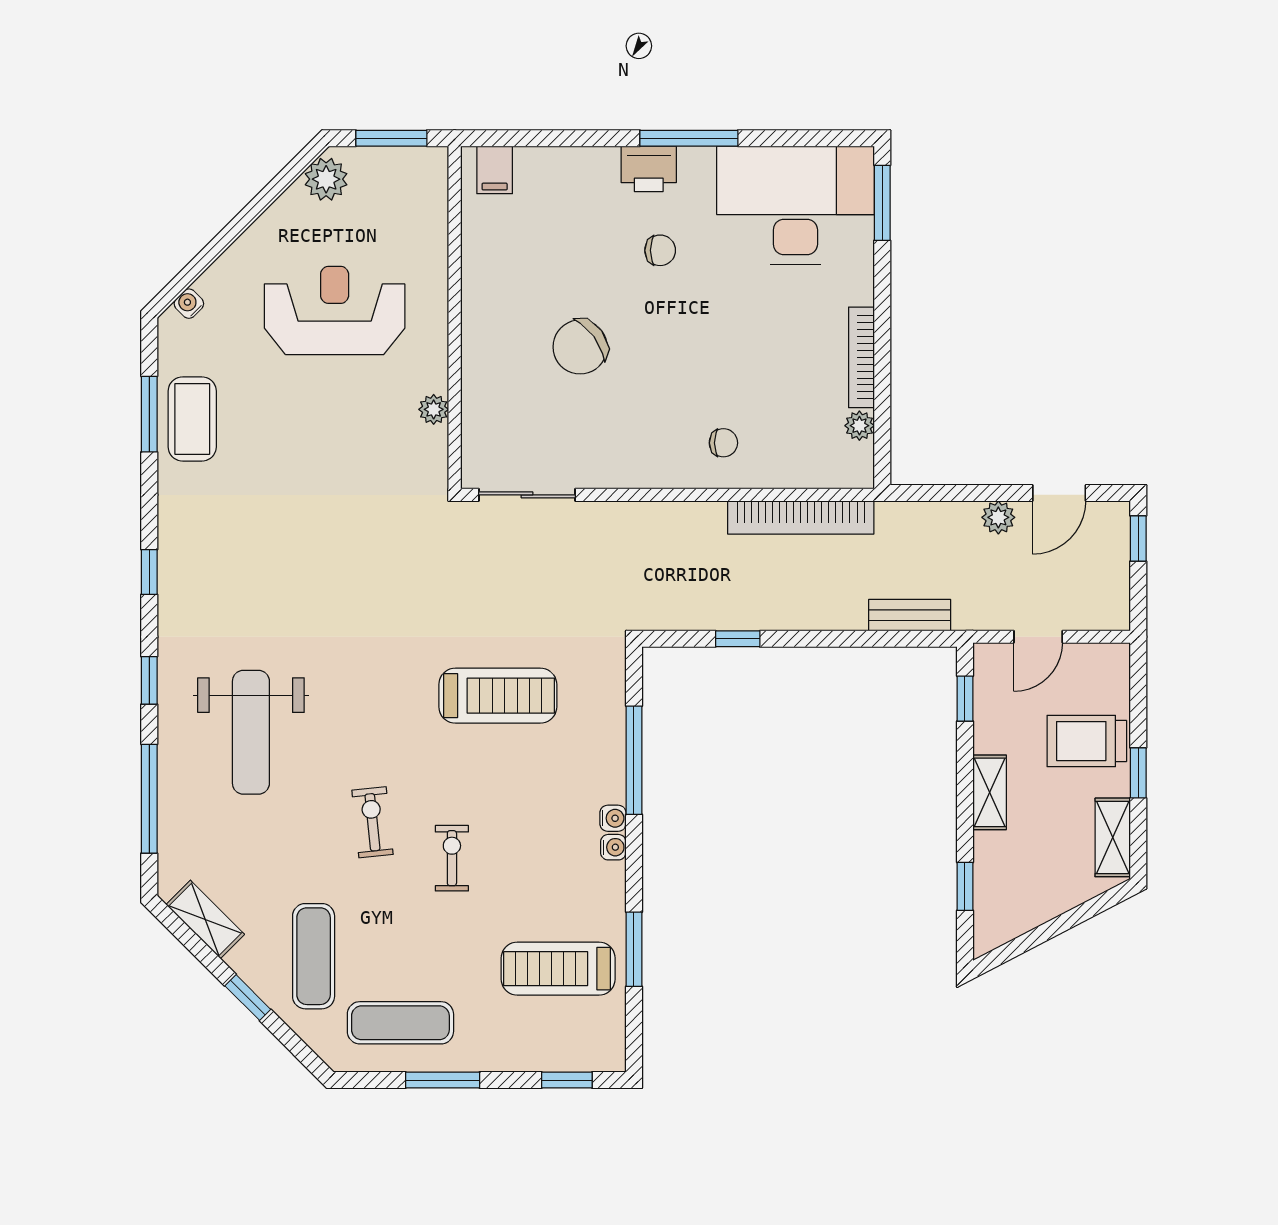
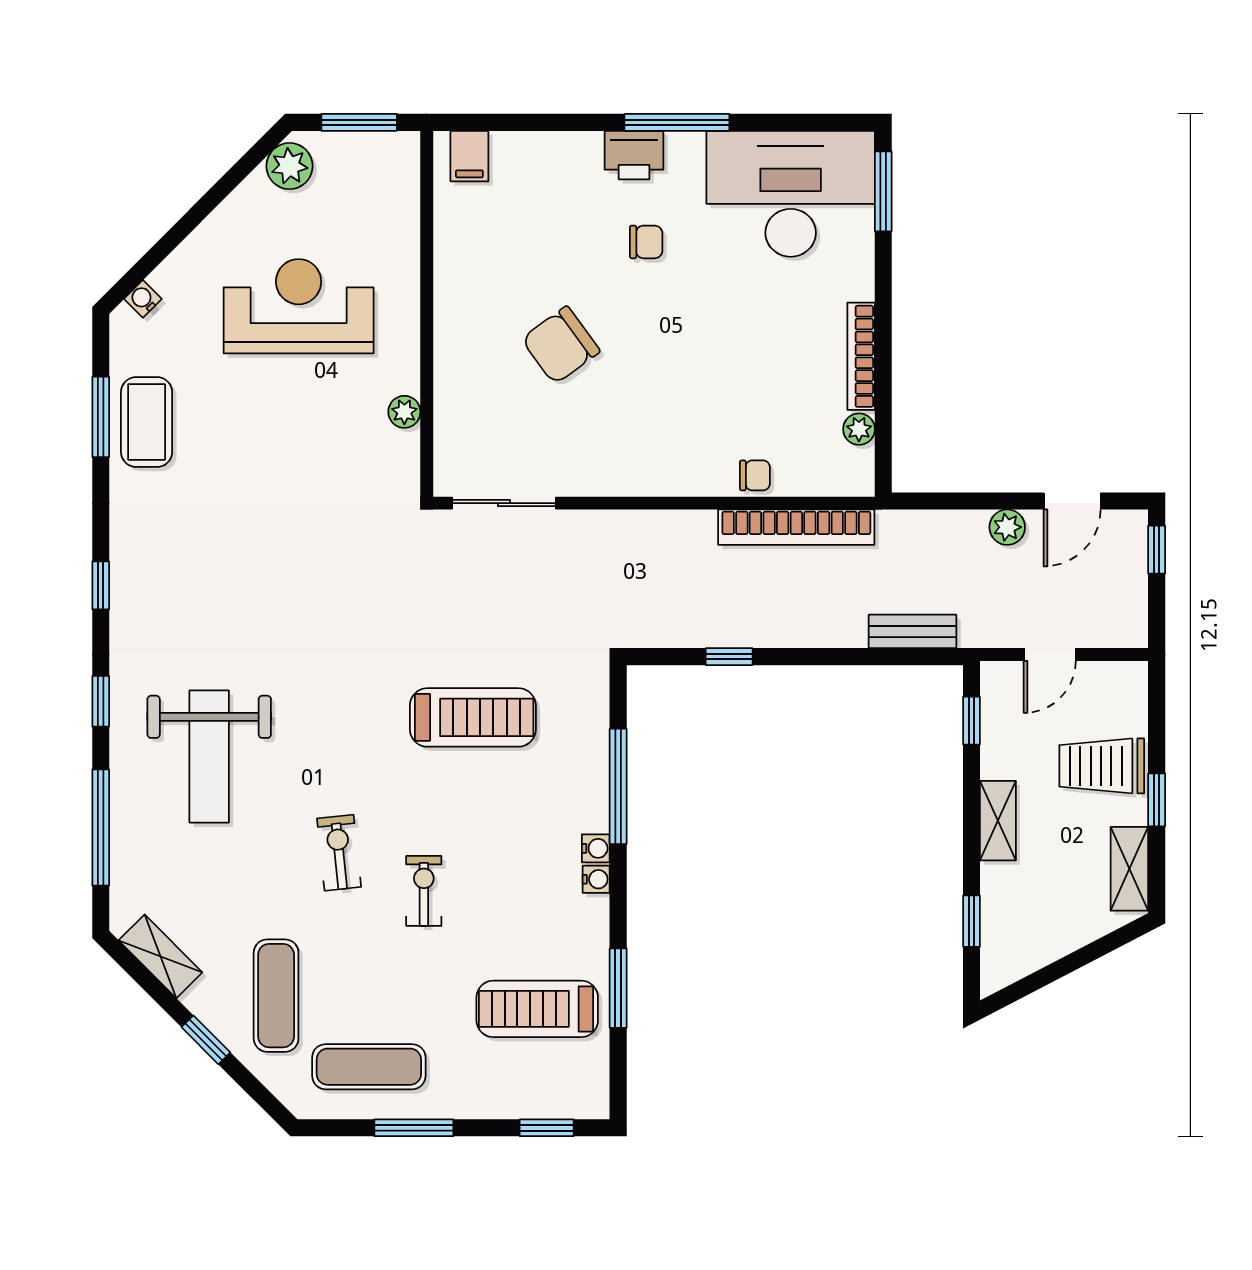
chair: (723, 443) -> (755, 475), moved

